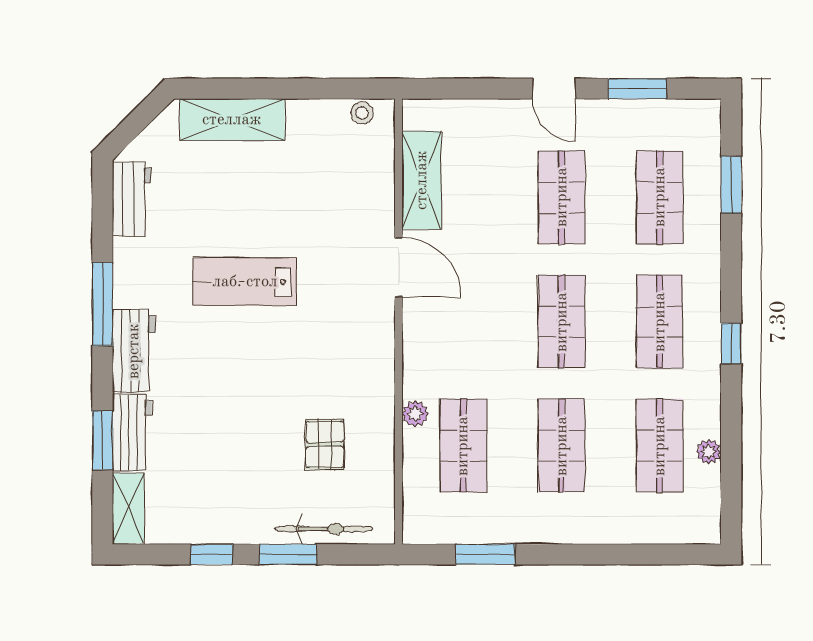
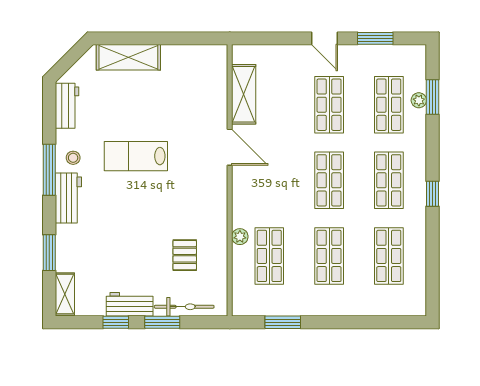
stool: (362, 113) -> (73, 158), moved
workbench: (132, 433) -> (130, 304), moved, turned -90
plant: (709, 452) -> (419, 100), moved

